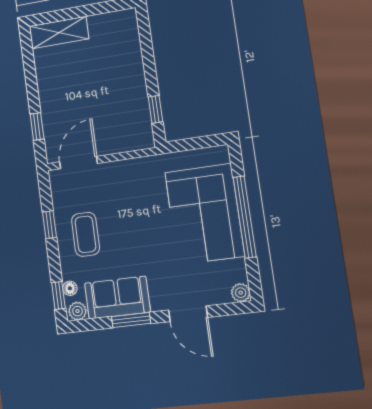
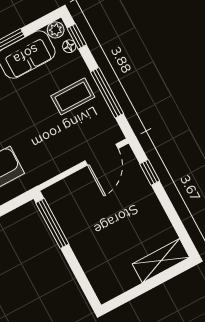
window: (155, 109) -> (52, 223), width x2.17
window: (49, 225) -> (107, 93), width x2.17
coffee table: (85, 234) -> (73, 96), turned 90

